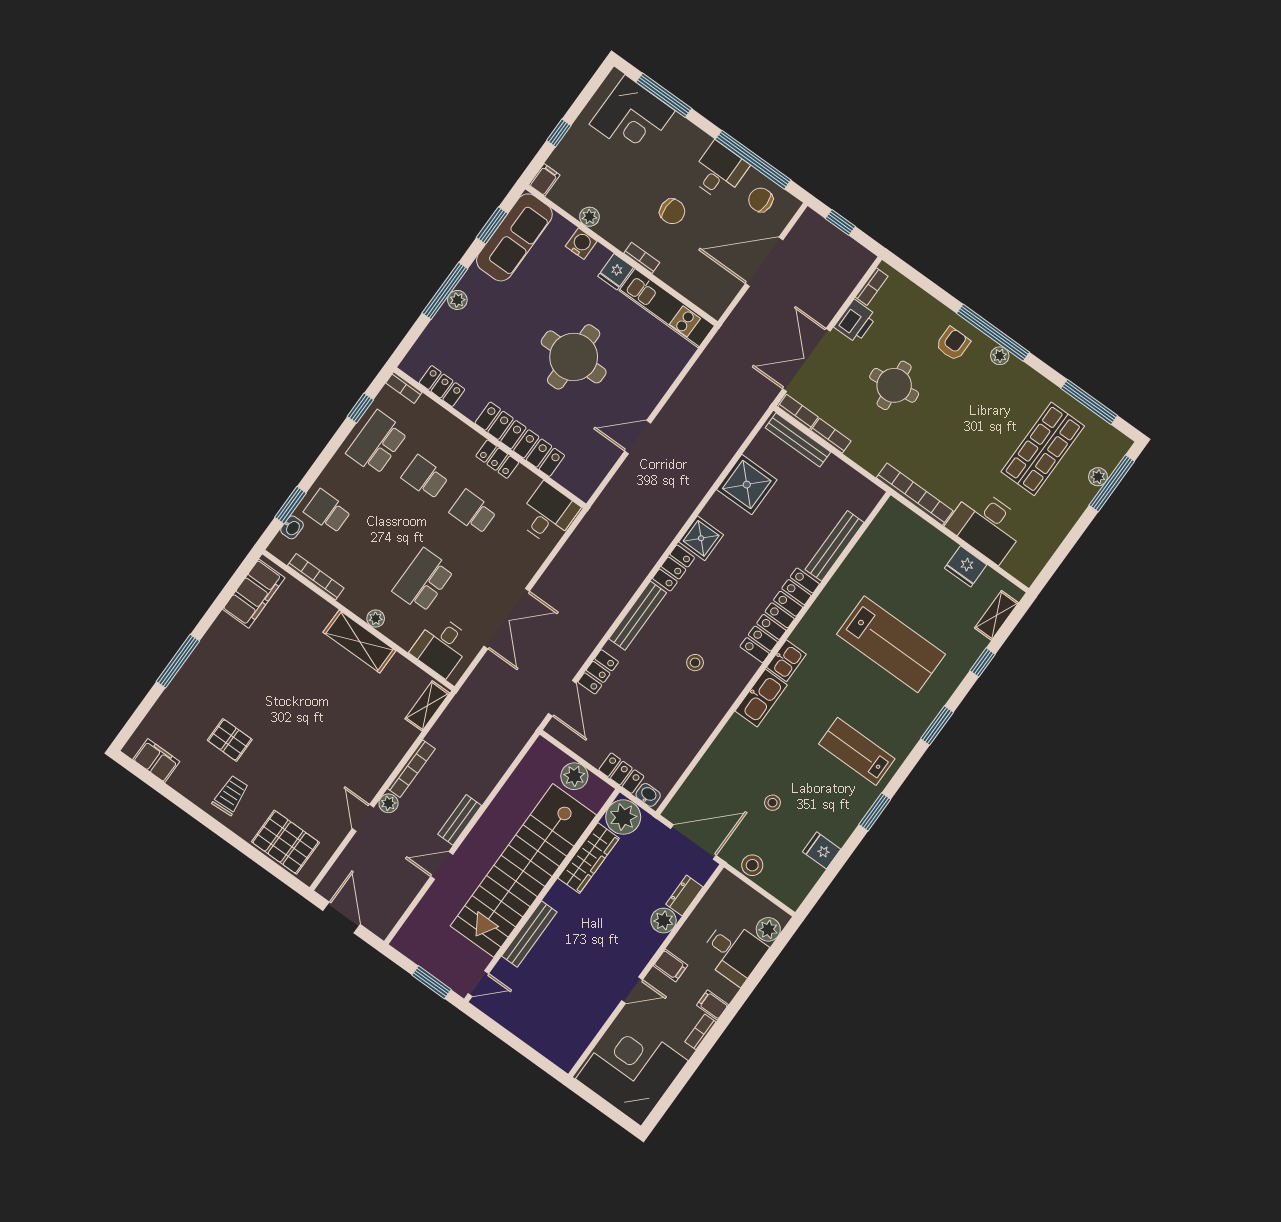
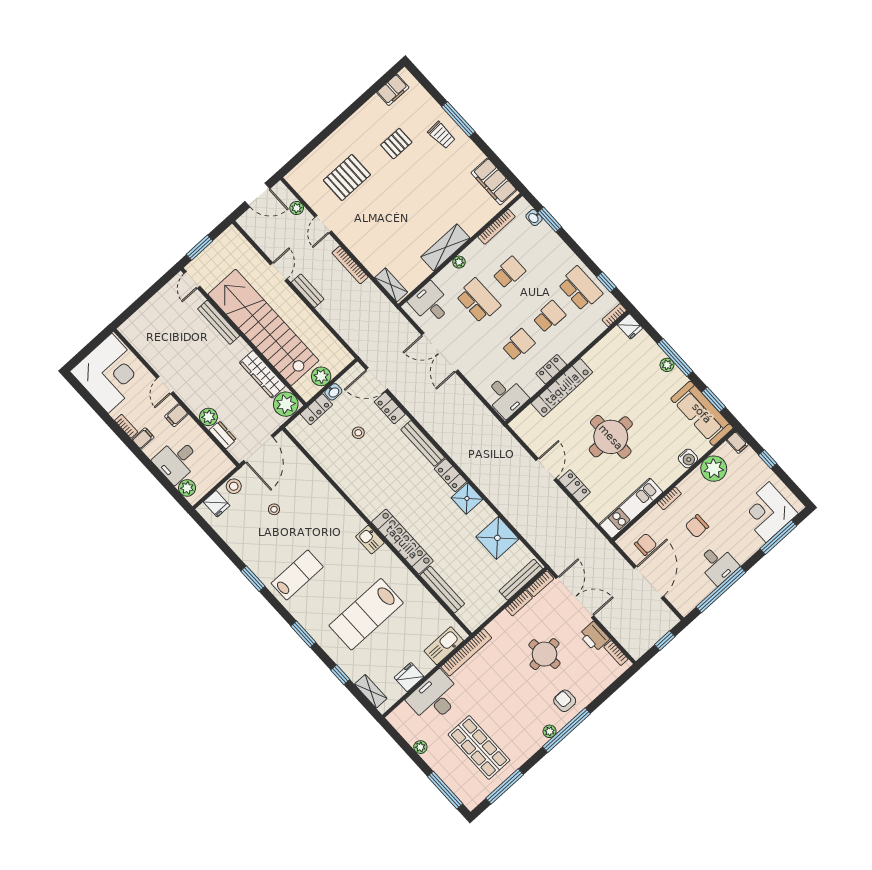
chair: (761, 200) -> (646, 544), moved
plant: (589, 217) -> (714, 469), width x1.88, depth x1.88
fridge: (616, 272) -> (630, 326), moved, turned 180
armchair: (953, 344) -> (565, 701), turned 180
locker: (442, 386) -> (574, 486), moved, turned -90
plant: (1098, 477) -> (420, 747), moved
school desk: (327, 511) -> (509, 272), moved
stool: (695, 663) -> (358, 433), moved
kitchen sink: (761, 698) -> (444, 646), moved, turned 90
trolley: (231, 795) -> (441, 135), moved
washbasin: (648, 795) -> (333, 392), moved
plant: (388, 803) -> (297, 208), moved
door: (363, 818) -> (323, 224), swing flipped
pallet: (285, 842) -> (347, 177), moved
fridge: (822, 850) -> (217, 504), moved, turned 90

